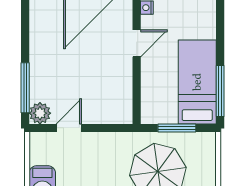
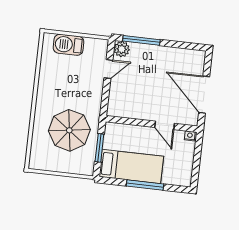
window: (220, 91) -> (145, 185), moved
door: (69, 128) -> (108, 69), hinge flipped

